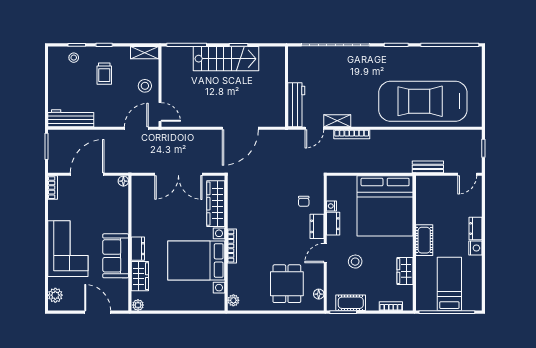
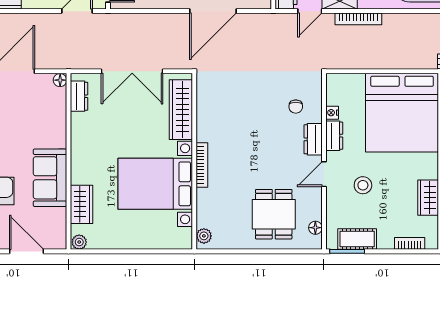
dresser: (138, 249) -> (79, 96), moved

